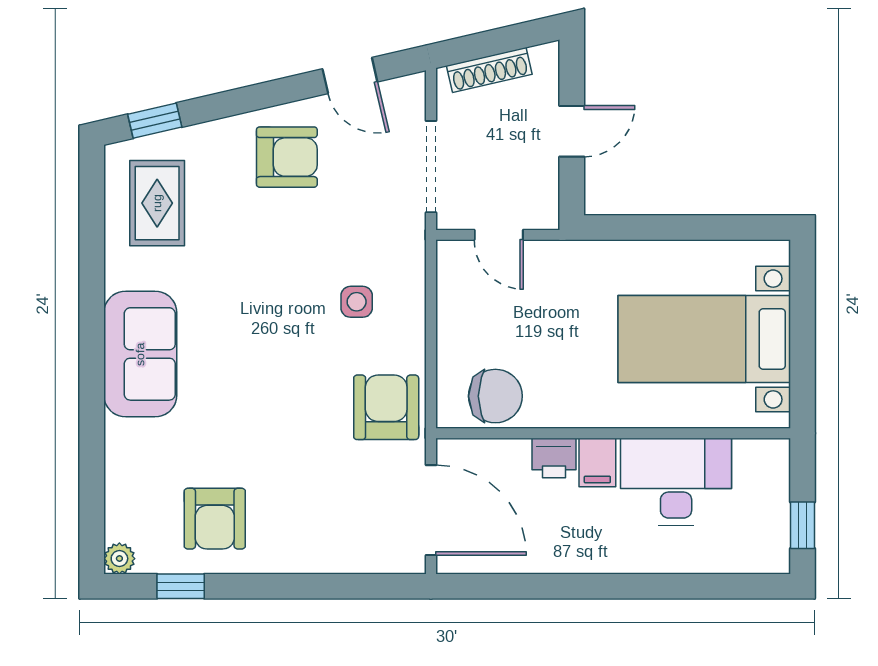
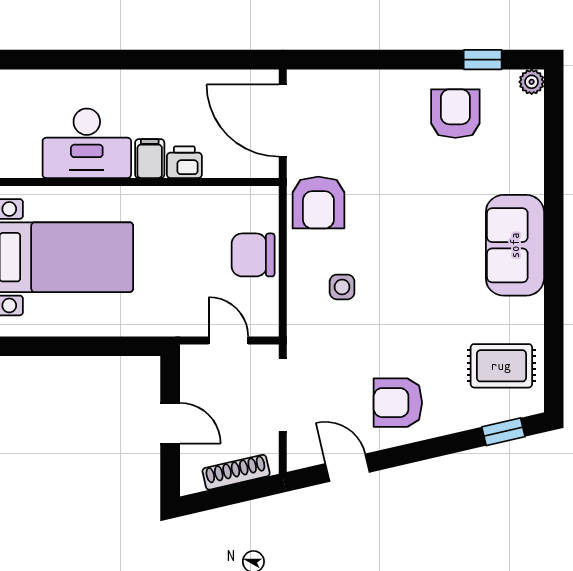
door: (572, 131) -> (170, 423), swing flipped
rug: (157, 203) -> (501, 366), turned 90
chair: (495, 396) -> (253, 255), moved

